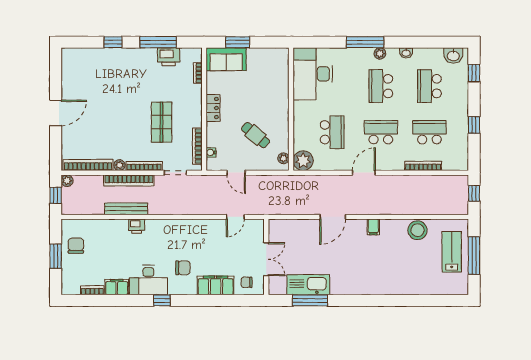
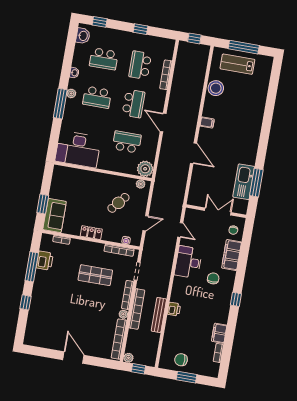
school desk: (381, 132) -> (133, 104), turned 180
desk: (148, 280) -> (188, 262), moved, turned 180

